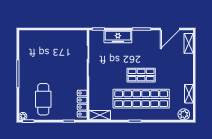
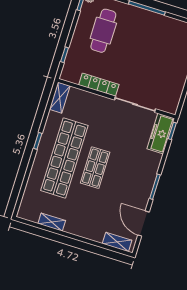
freezer: (118, 37) -> (161, 134), moved
cafe table: (43, 99) -> (103, 31), turned 90
locker: (82, 104) -> (99, 85), moved
plant: (184, 114) -> (27, 207), removed

